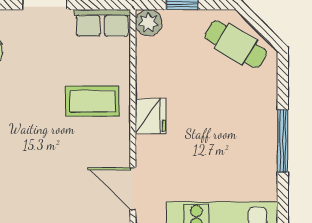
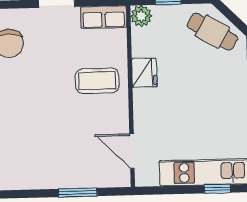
fridge: (151, 116) -> (144, 73), moved

